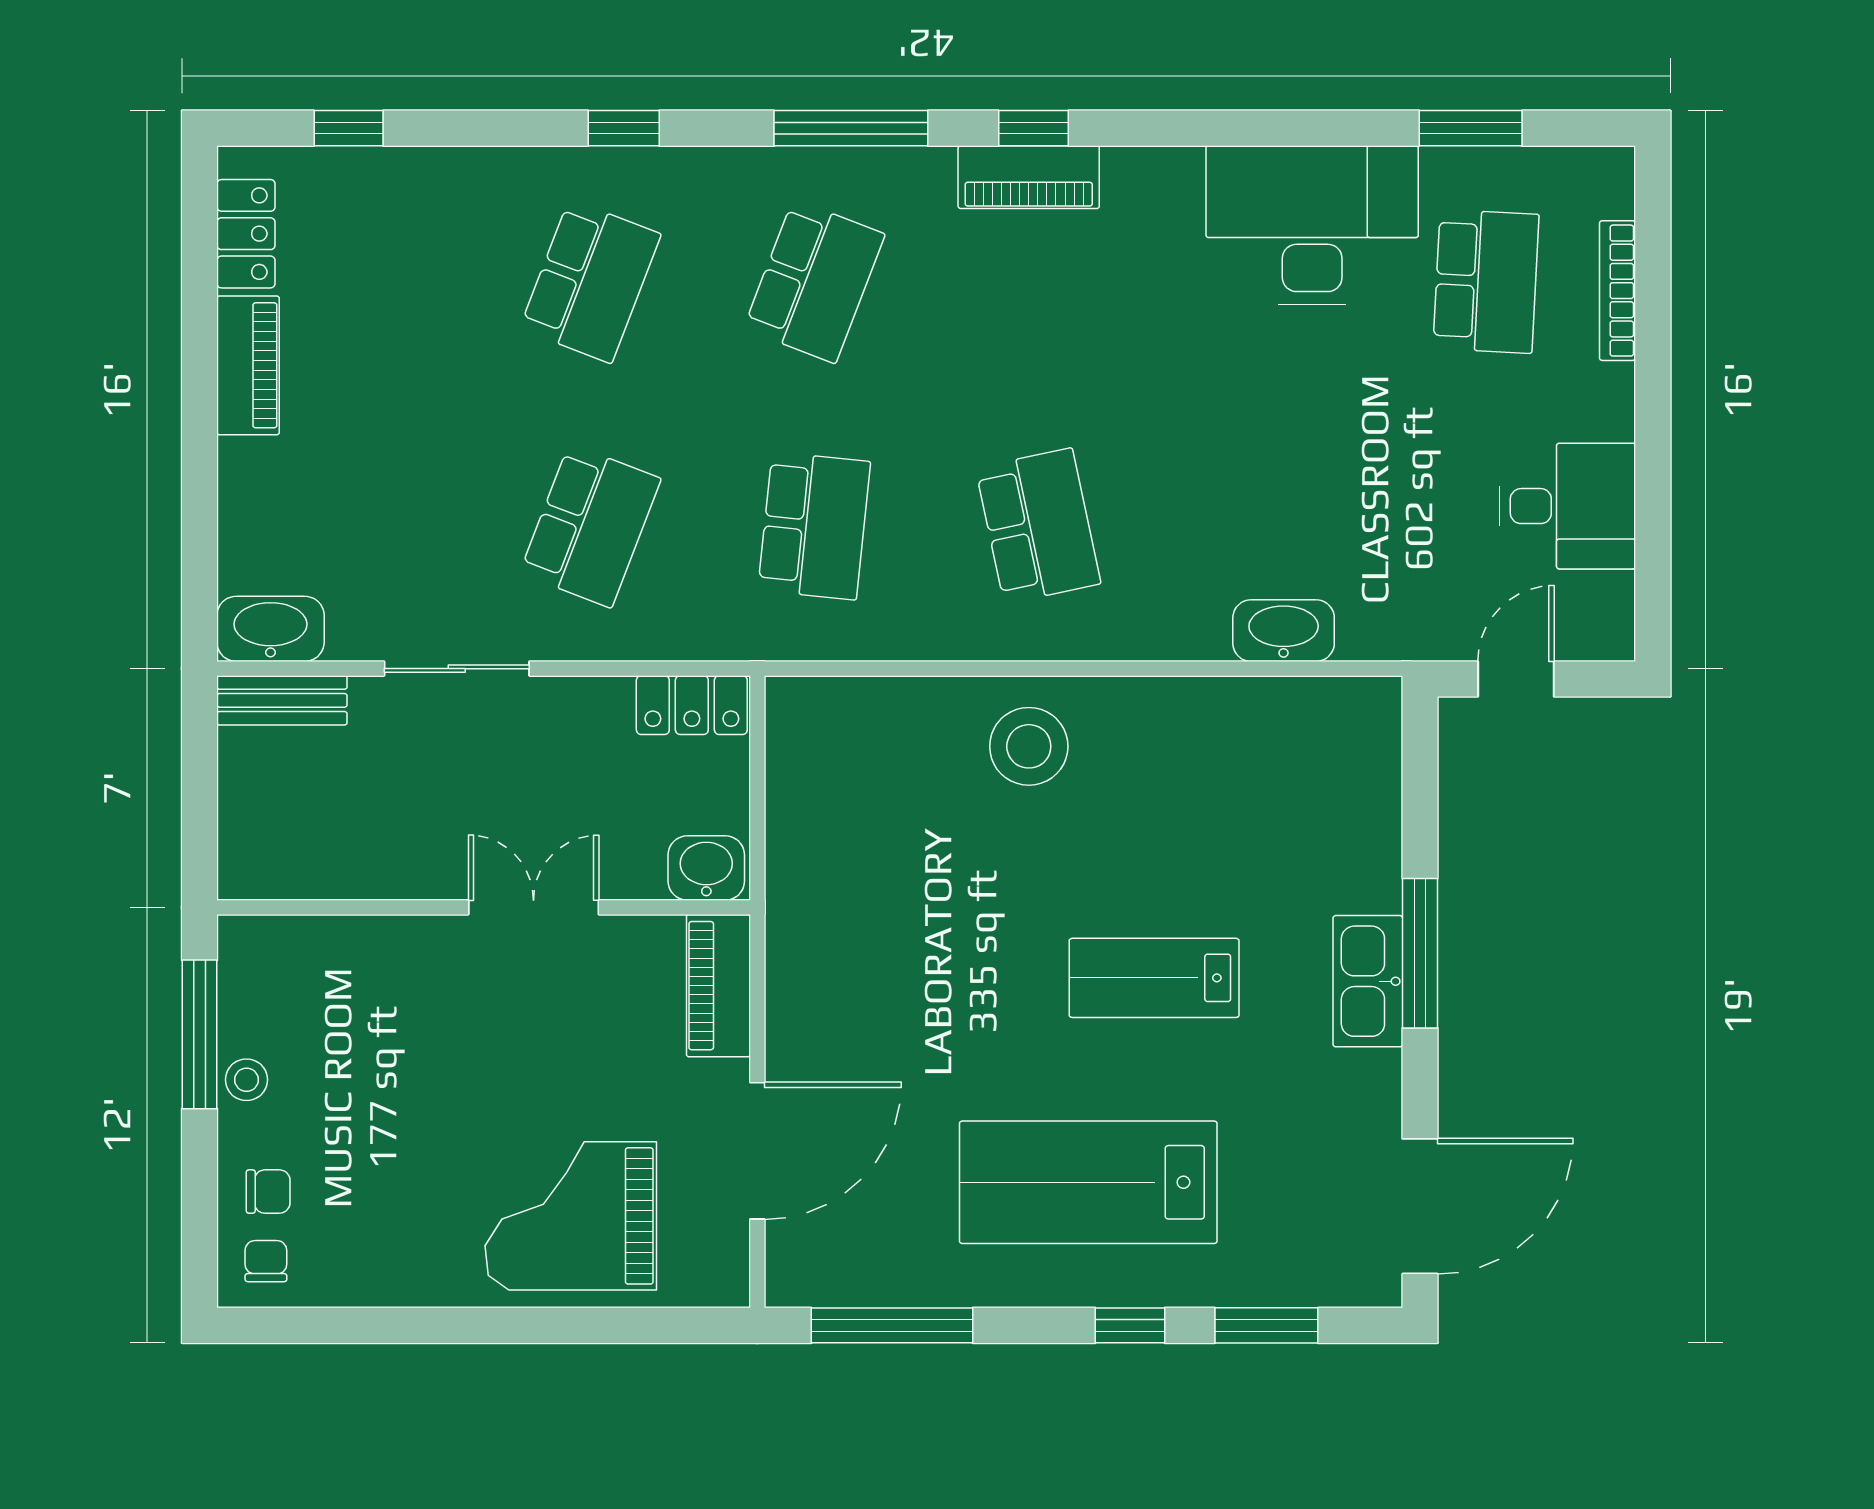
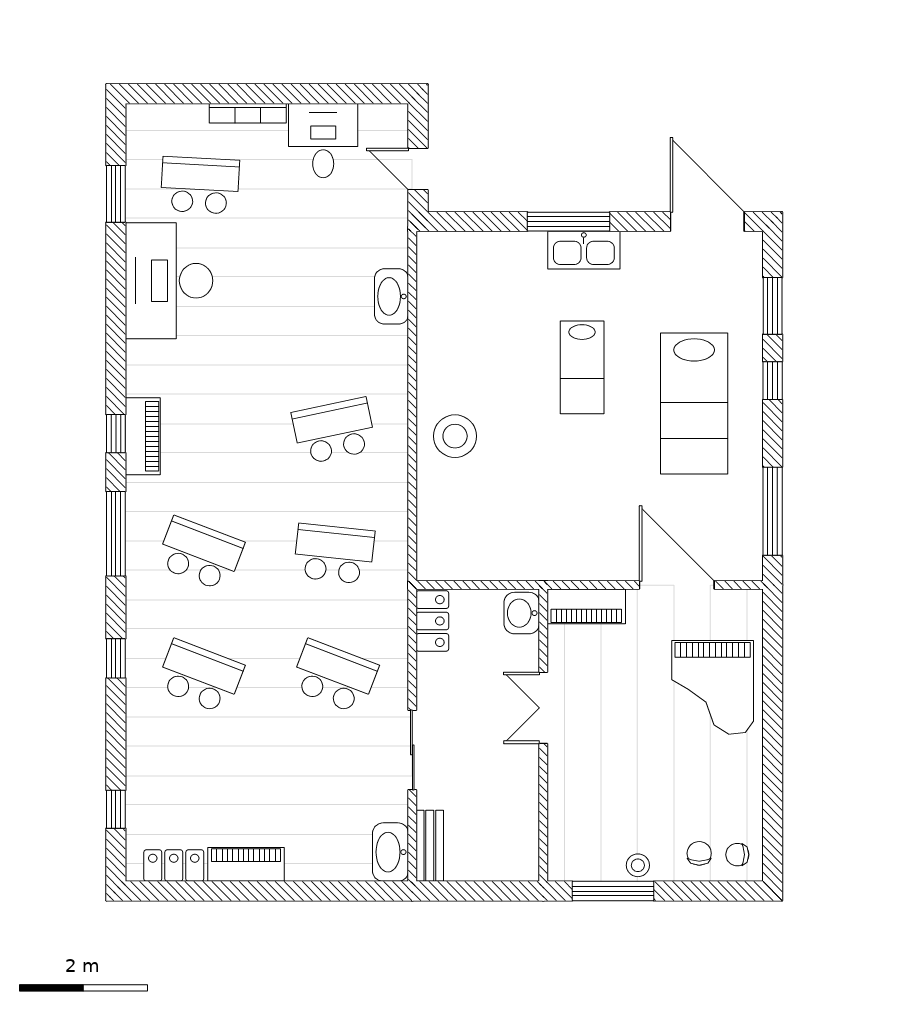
bookcase: (1618, 291) -> (248, 113), moved

